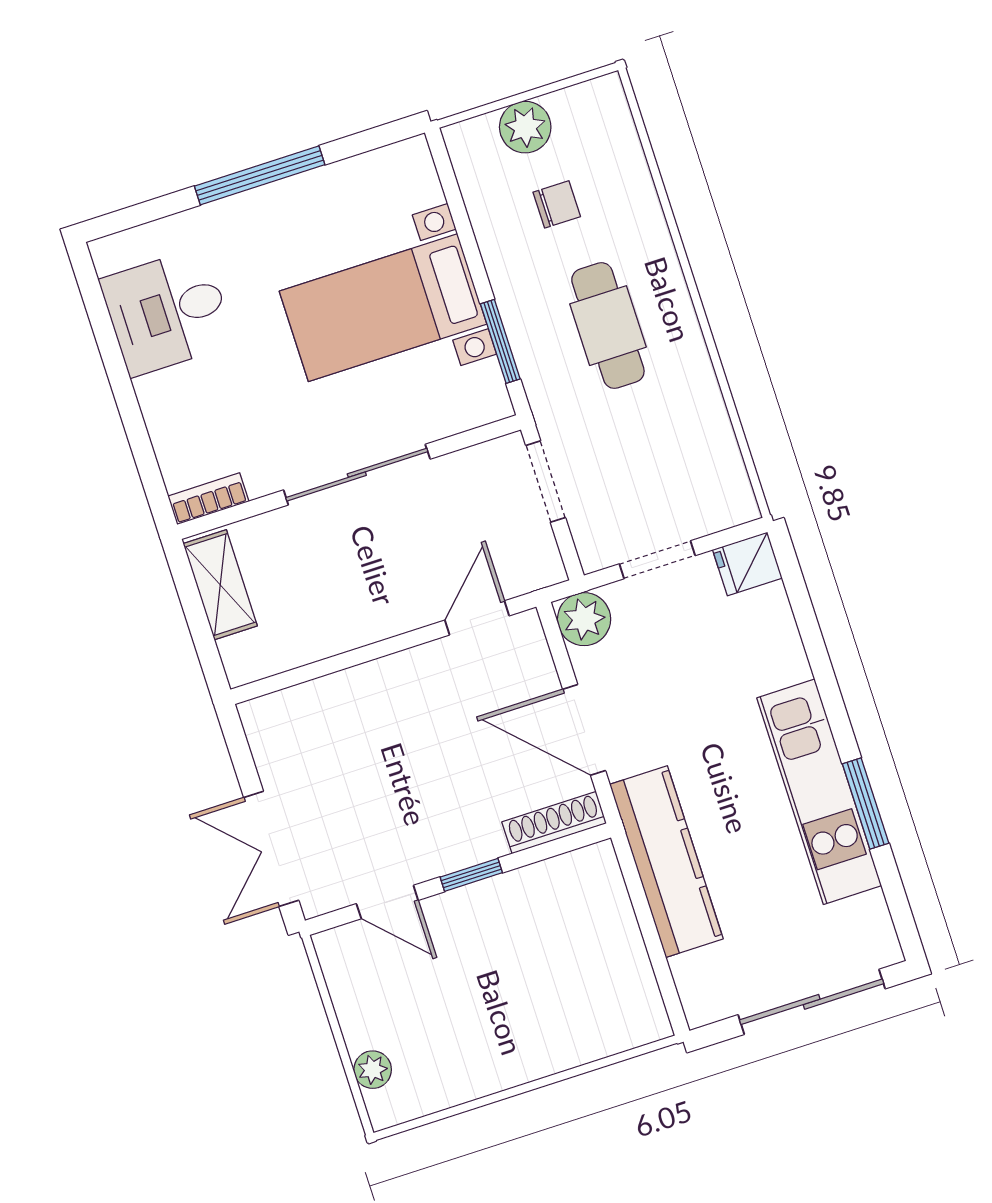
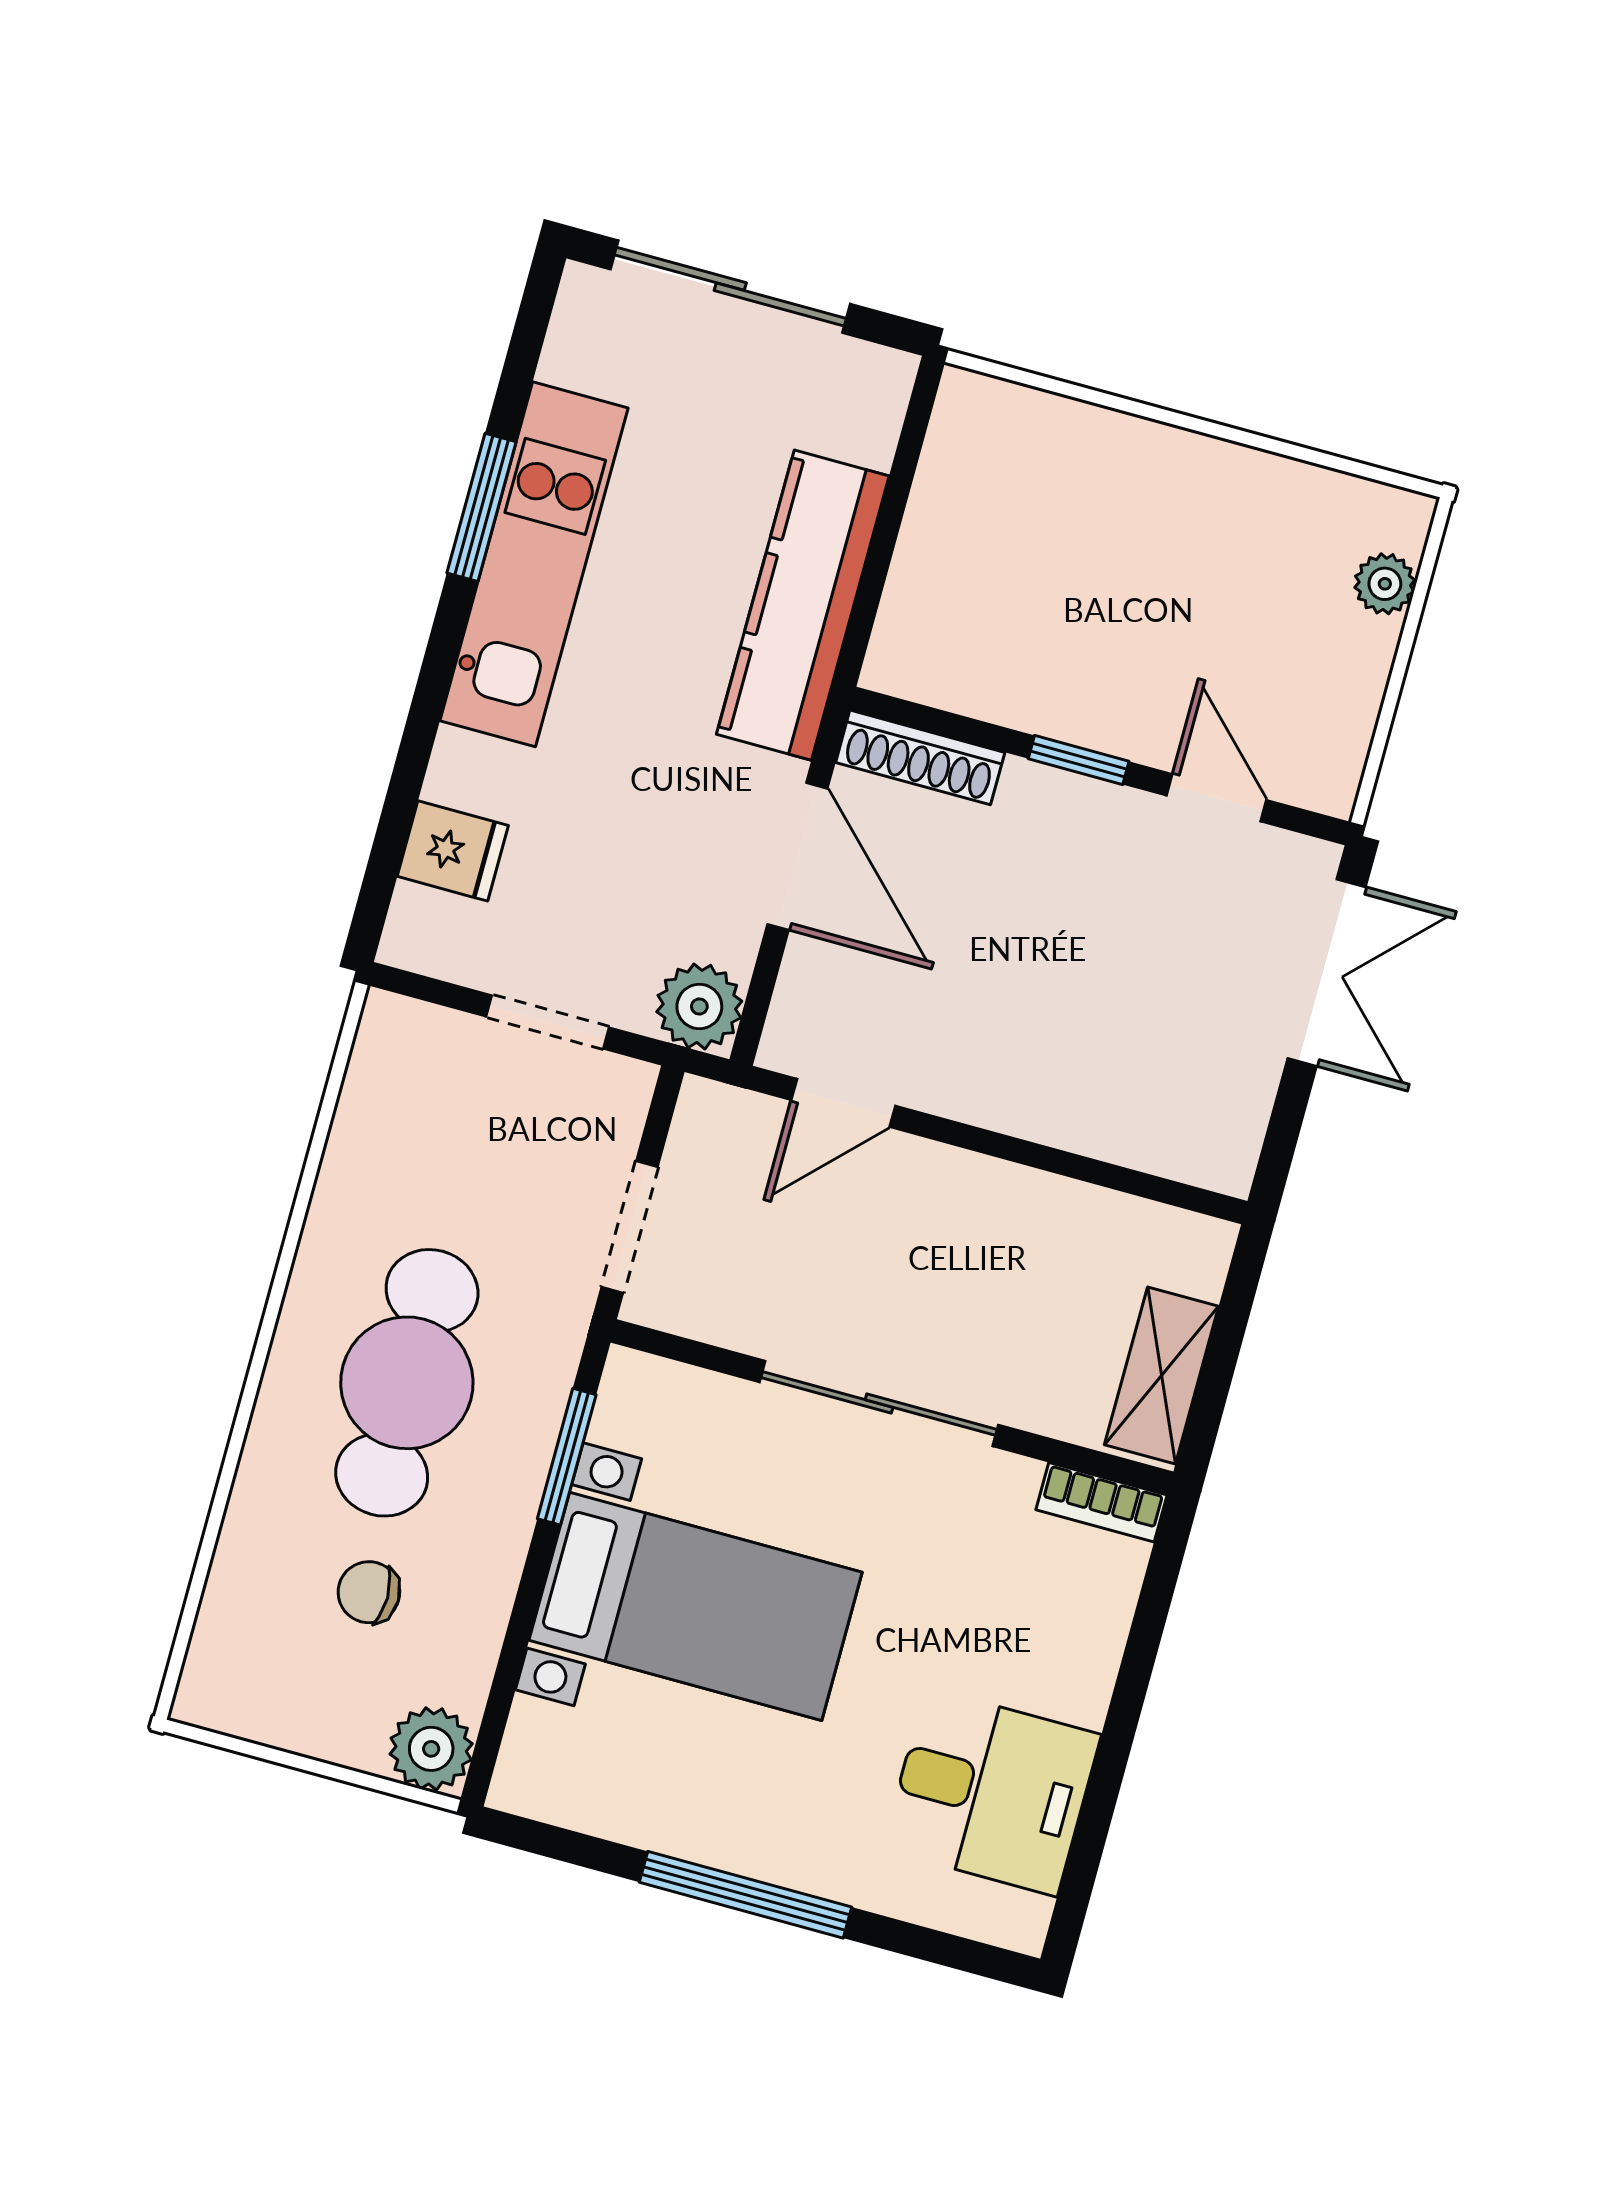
plant: (525, 127) -> (431, 1749), moved
cafe table: (608, 326) -> (407, 1383), width x1.37, depth x1.35
fridge: (747, 564) -> (453, 851), moved

